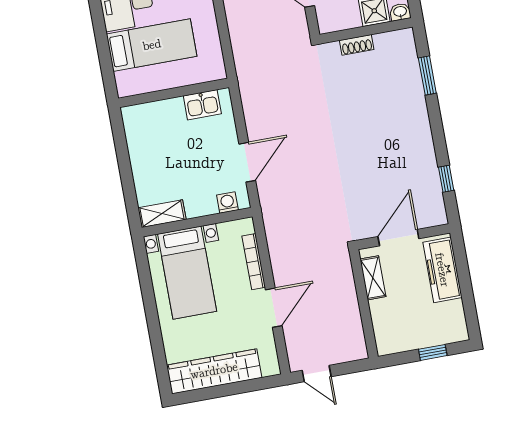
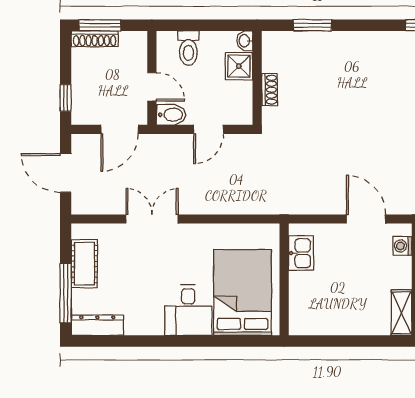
bed: (152, 45) -> (242, 293), width x1.50

